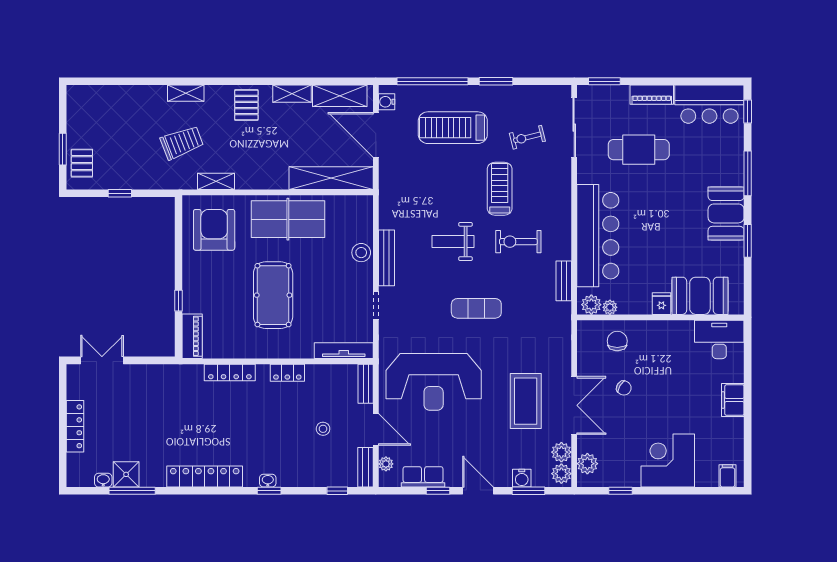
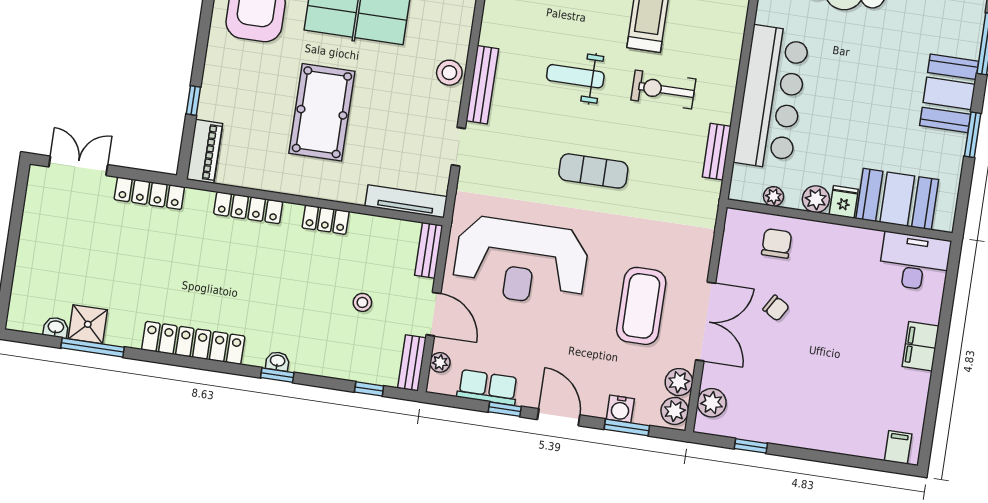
plant: (591, 305) -> (816, 199), moved
locker: (75, 426) -> (149, 193), moved, turned 90
corner desk: (668, 461) -> (821, 415), removed

